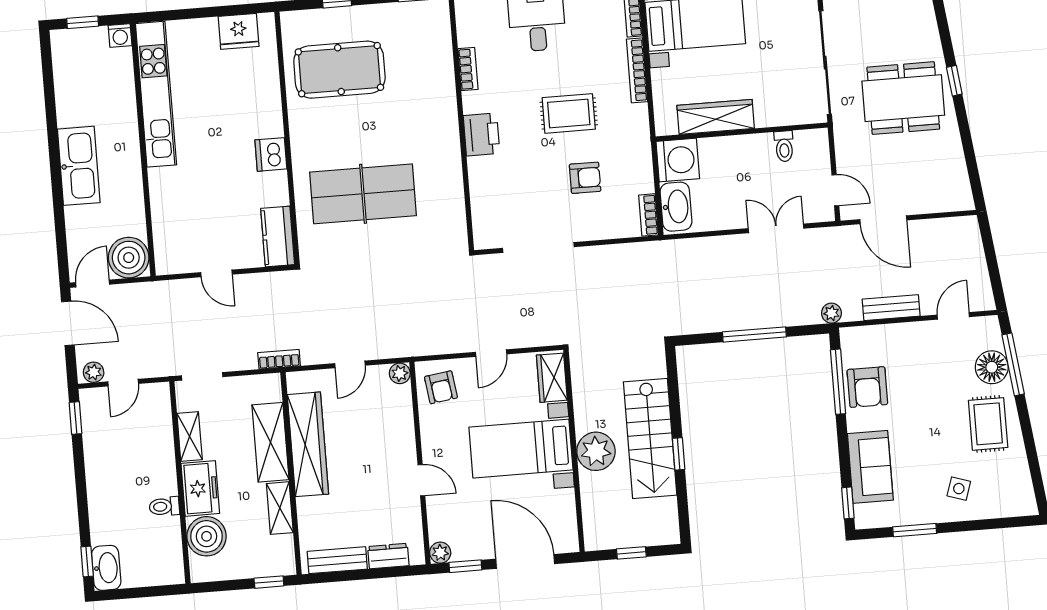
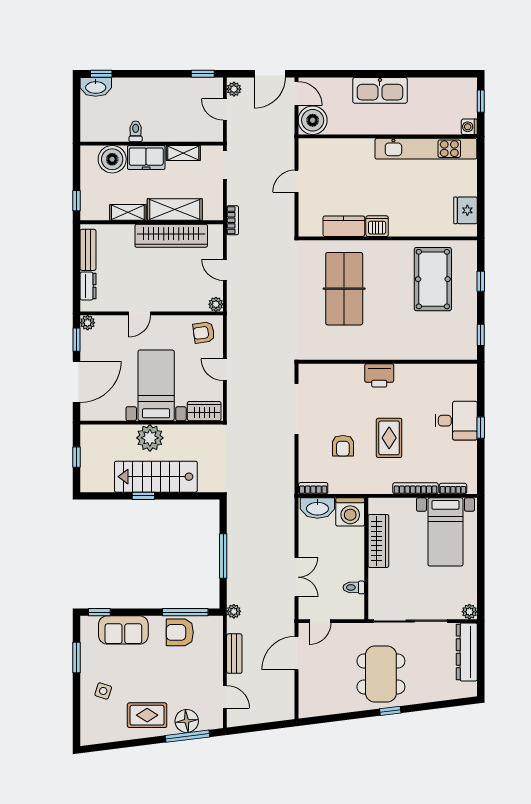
bookcase: (468, 69) -> (426, 369), removed
kitchen counter: (278, 237) -> (344, 226), moved

